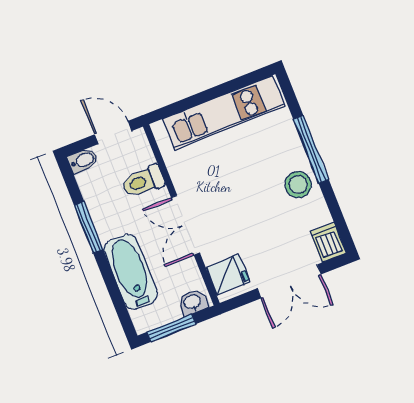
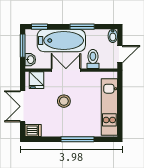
stool: (298, 185) -> (64, 101), moved
bathtub: (131, 272) -> (61, 40), width x1.36, depth x1.36
window: (121, 310) -> (39, 27), added

